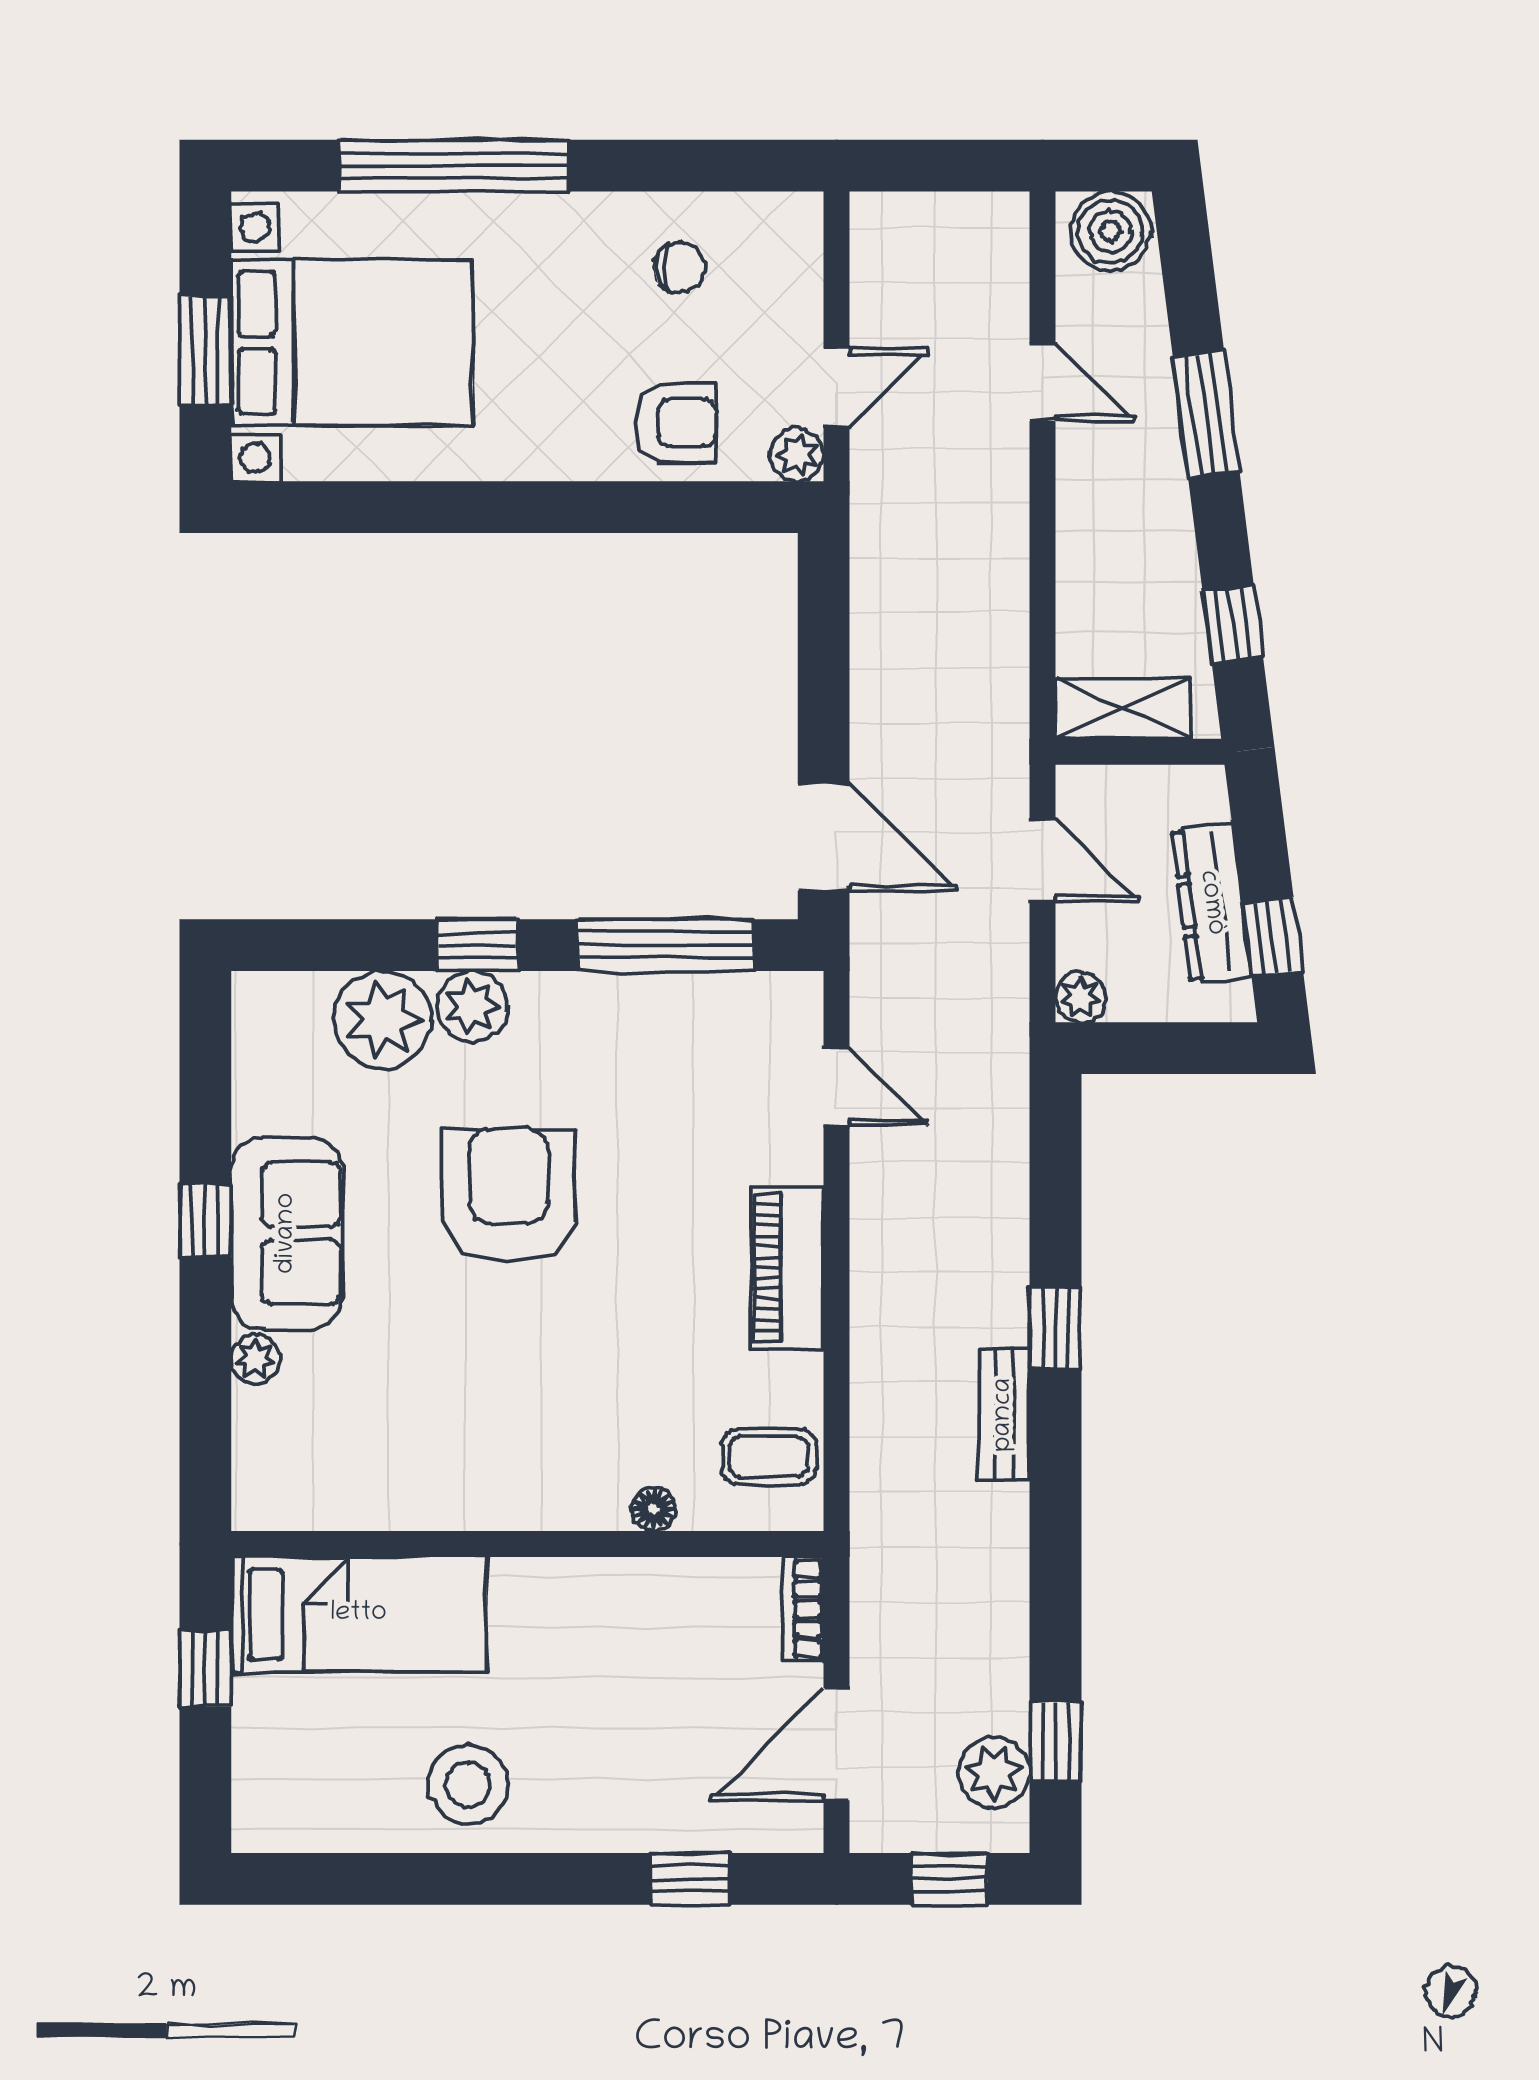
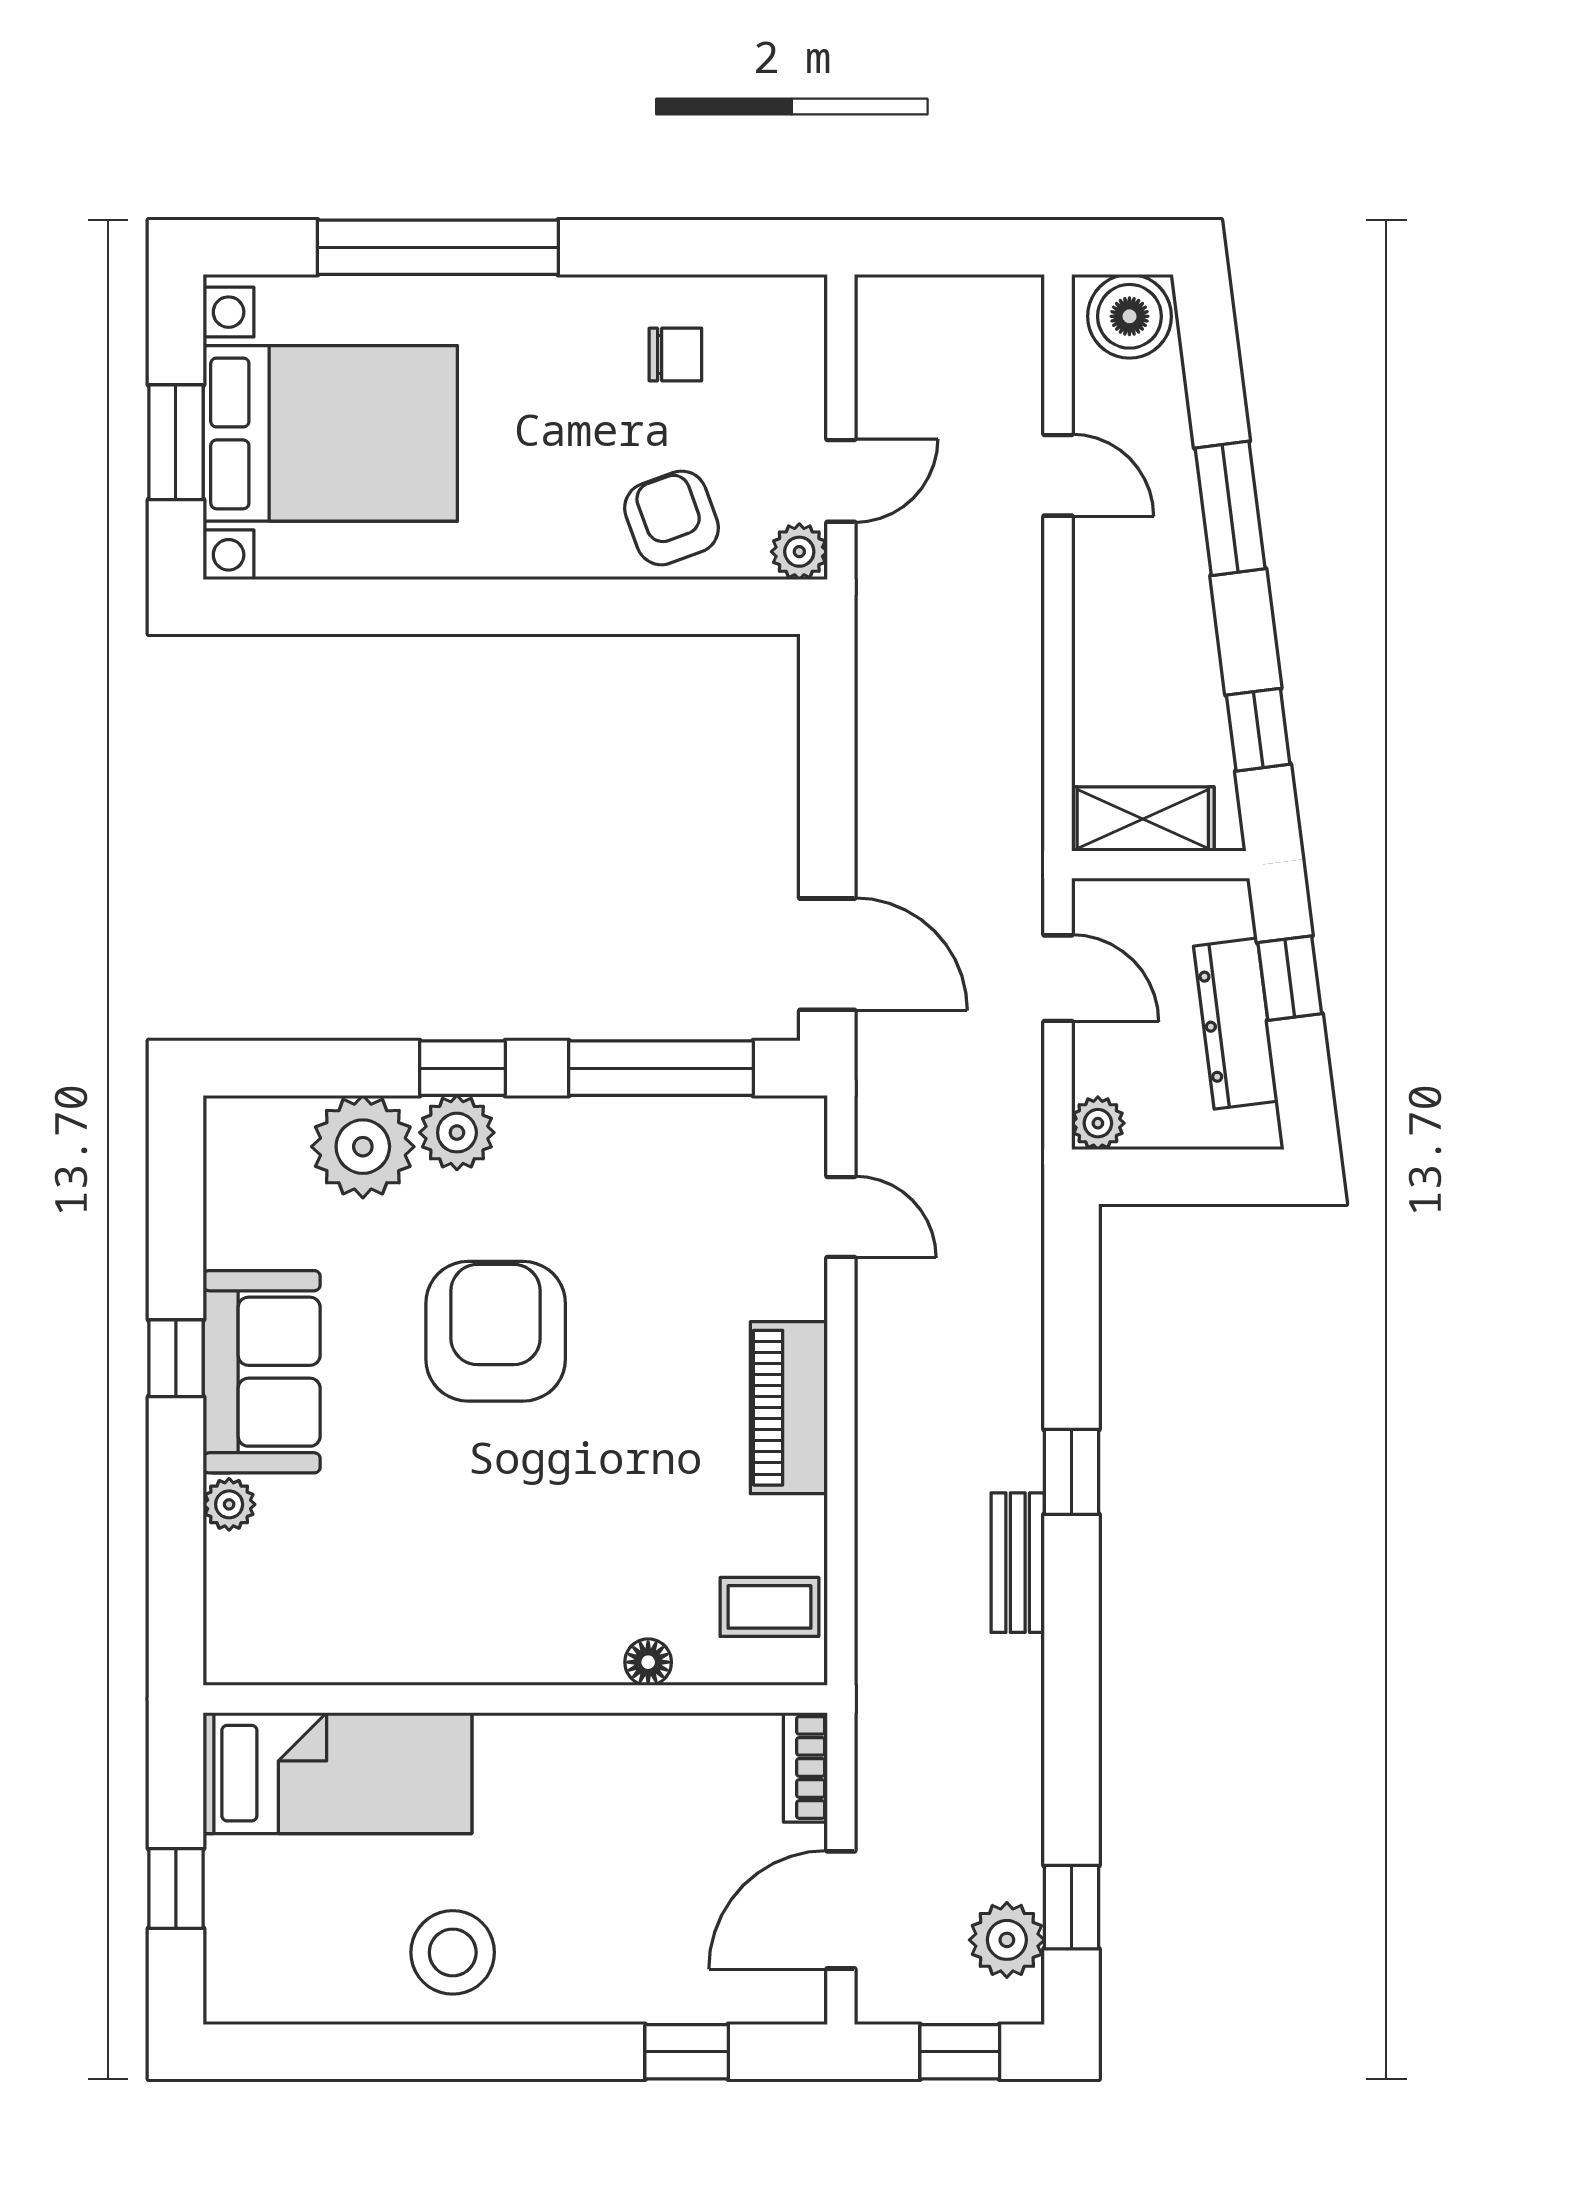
armchair: (676, 423) -> (672, 518), turned -110
window: (1273, 937) -> (1290, 978), moved
window: (205, 1669) -> (176, 1888), moved

